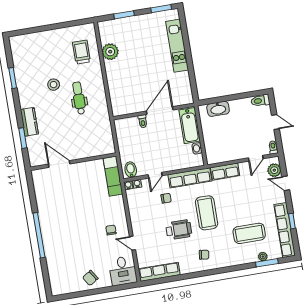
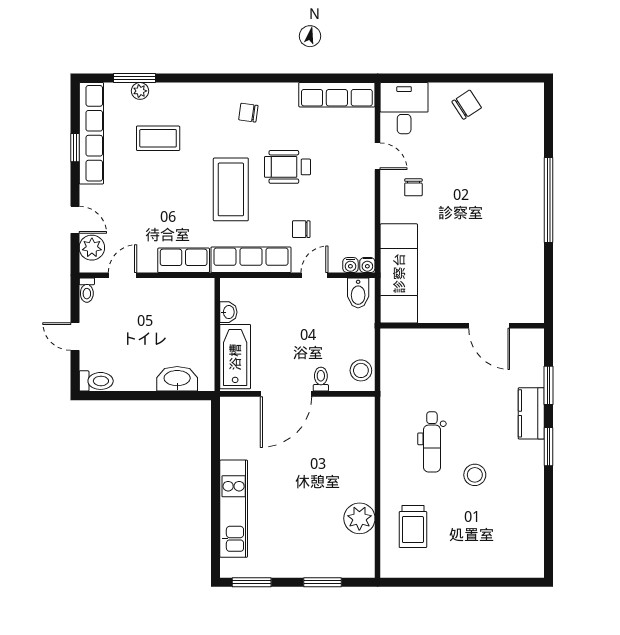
window: (13, 78) -> (548, 447), moved
stool: (122, 129) -> (361, 370), added
exam couch: (113, 176) -> (399, 273), width x1.36, depth x1.45
coffee table: (249, 233) -> (158, 138), width x0.73, depth x0.76

